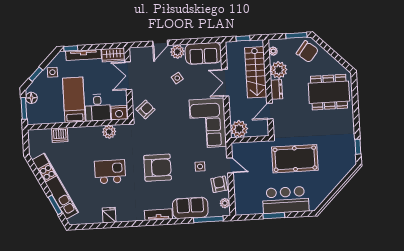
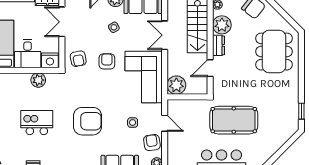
dining table: (329, 92) -> (274, 52), turned 90
armchair: (145, 109) -> (78, 59), turned 120
armchair: (173, 110) -> (107, 61), added

